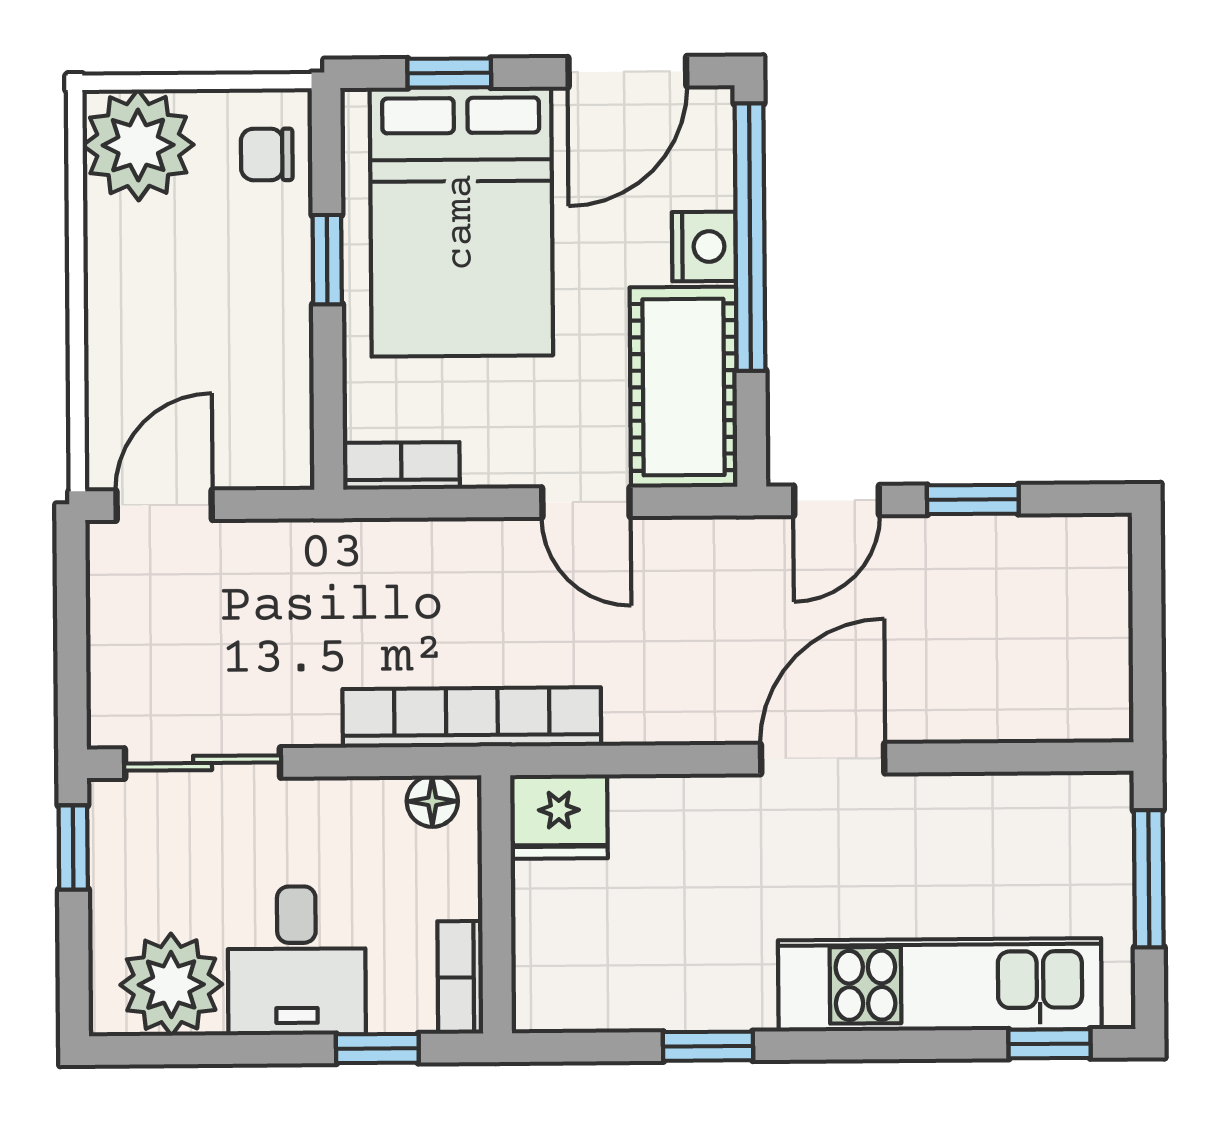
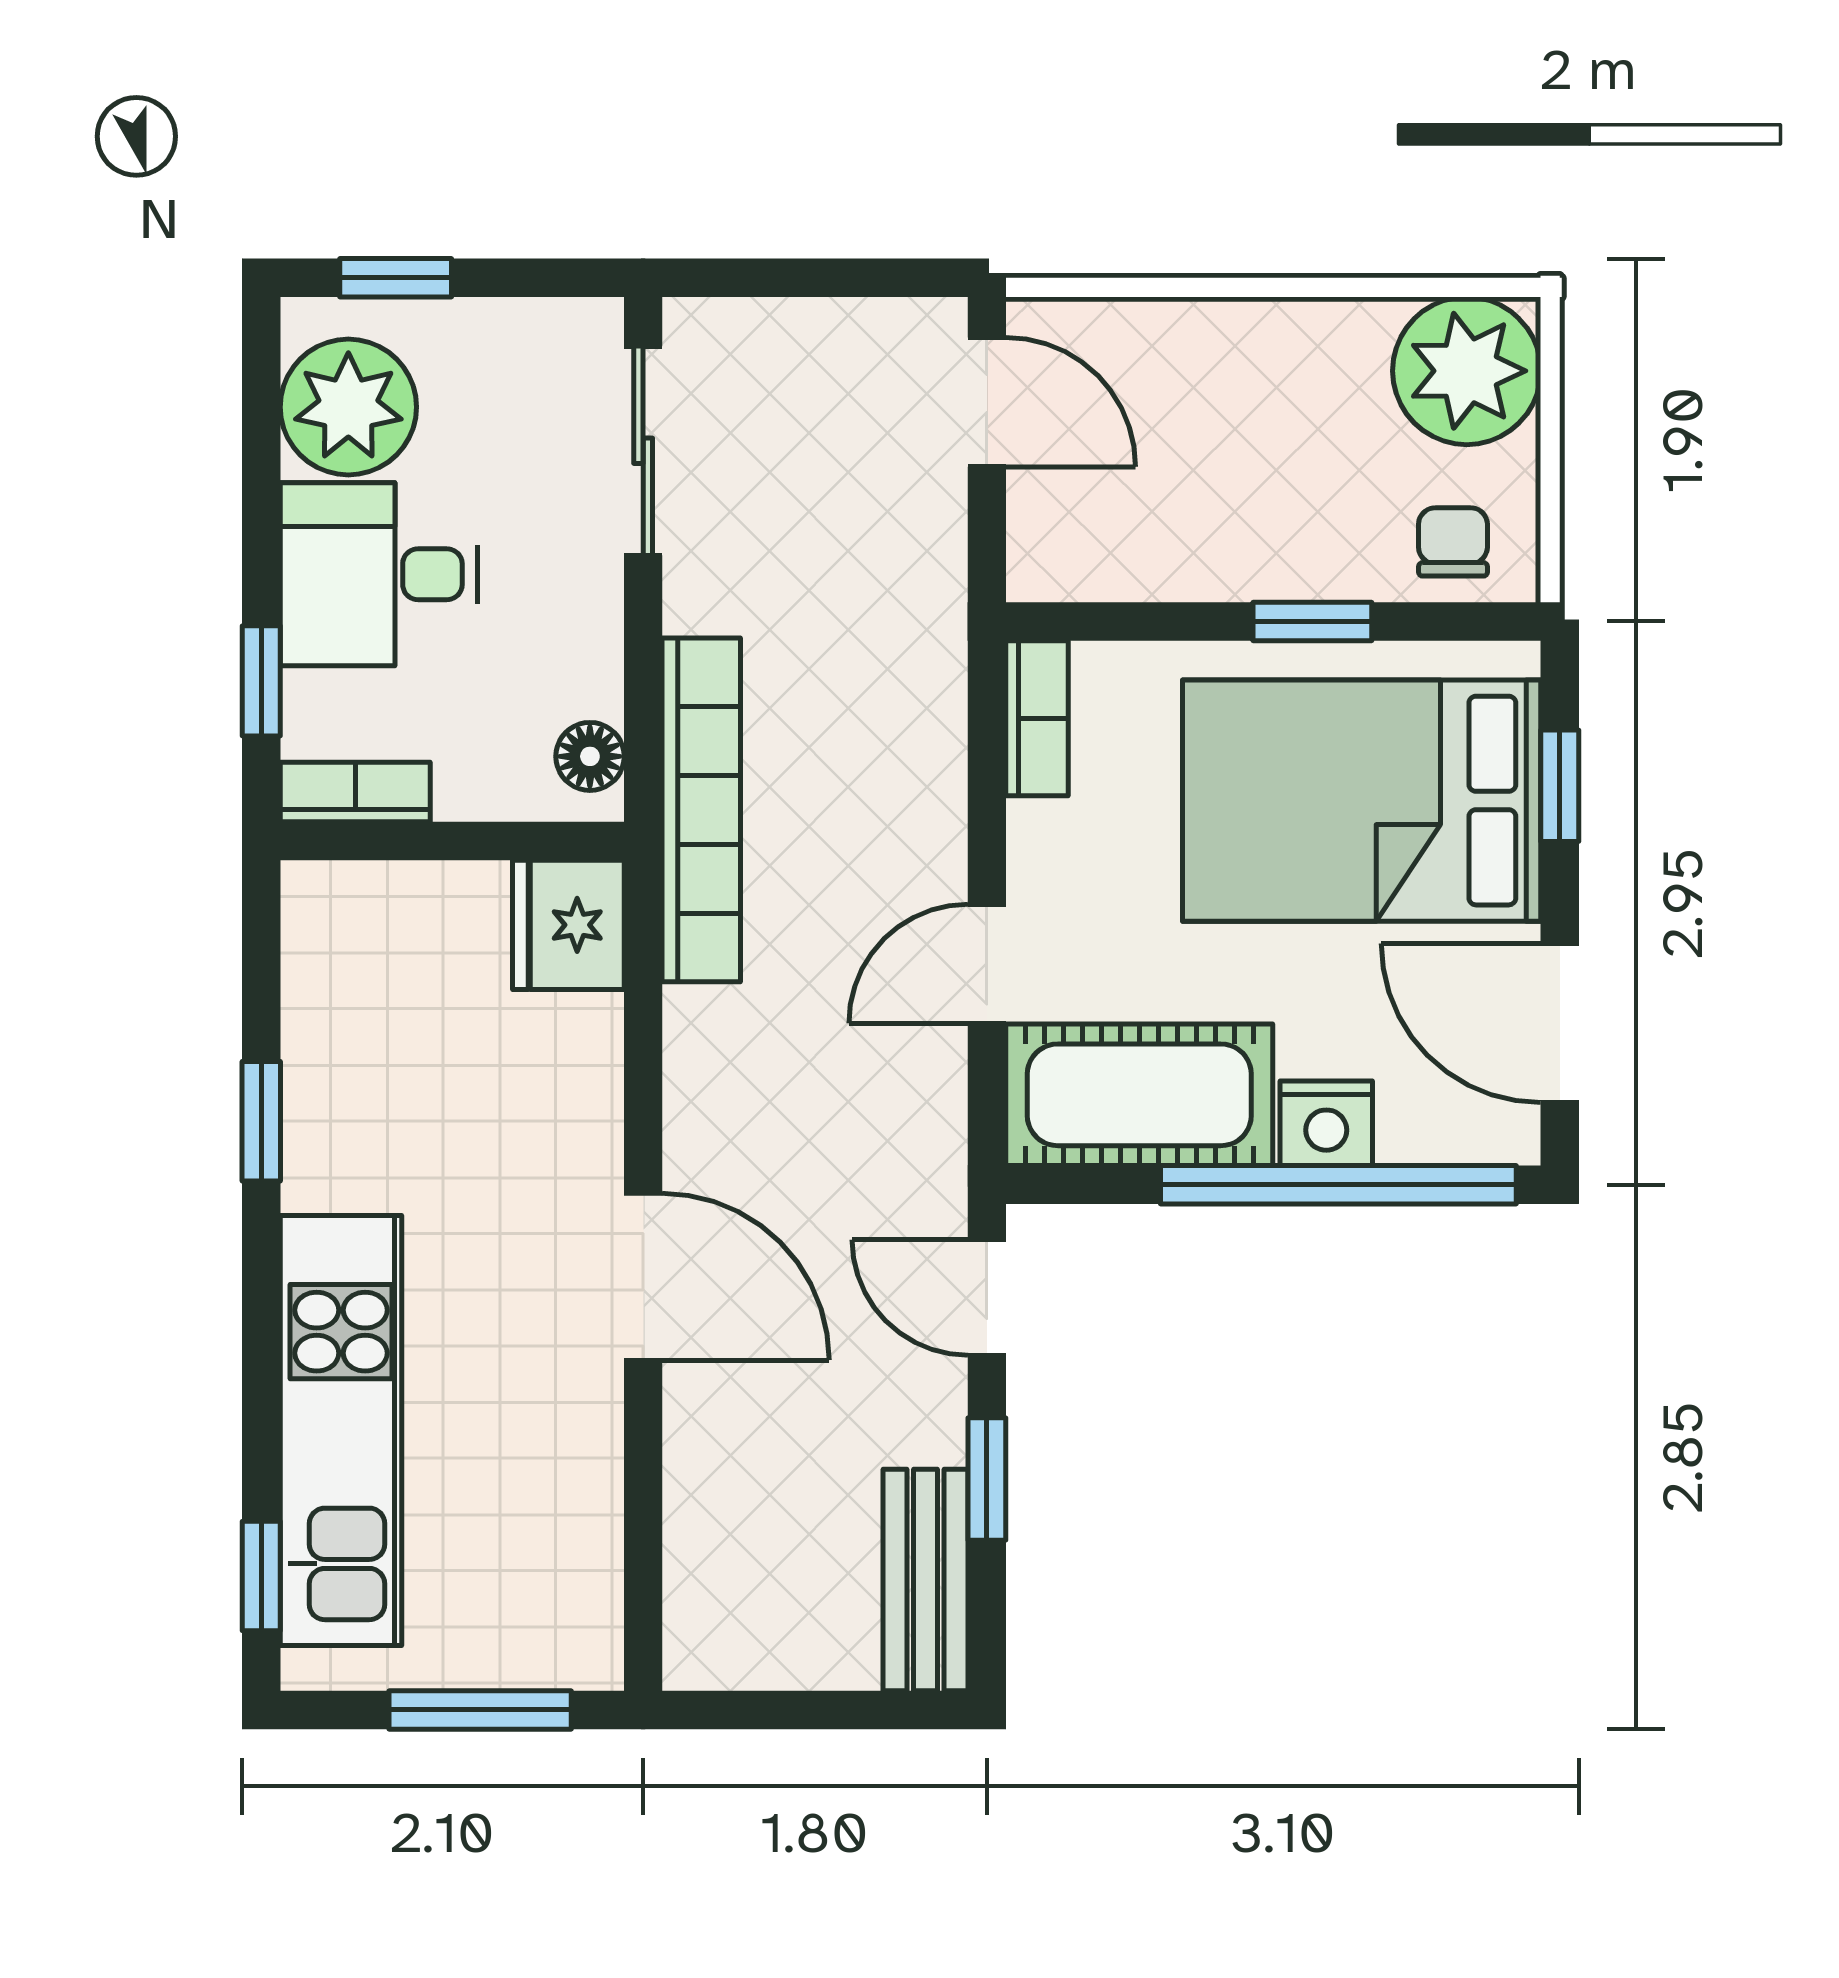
bench: (1049, 545) -> (925, 1580), added
window: (73, 847) -> (396, 278), moved

